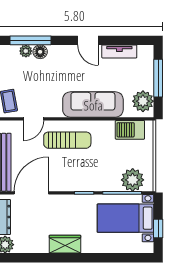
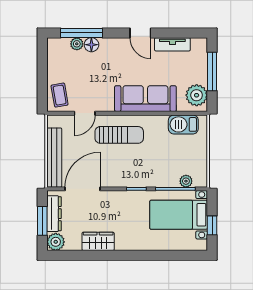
plant: (133, 180) -> (186, 181), width x0.53, depth x0.53
wardrobe: (65, 244) -> (98, 241), moved

